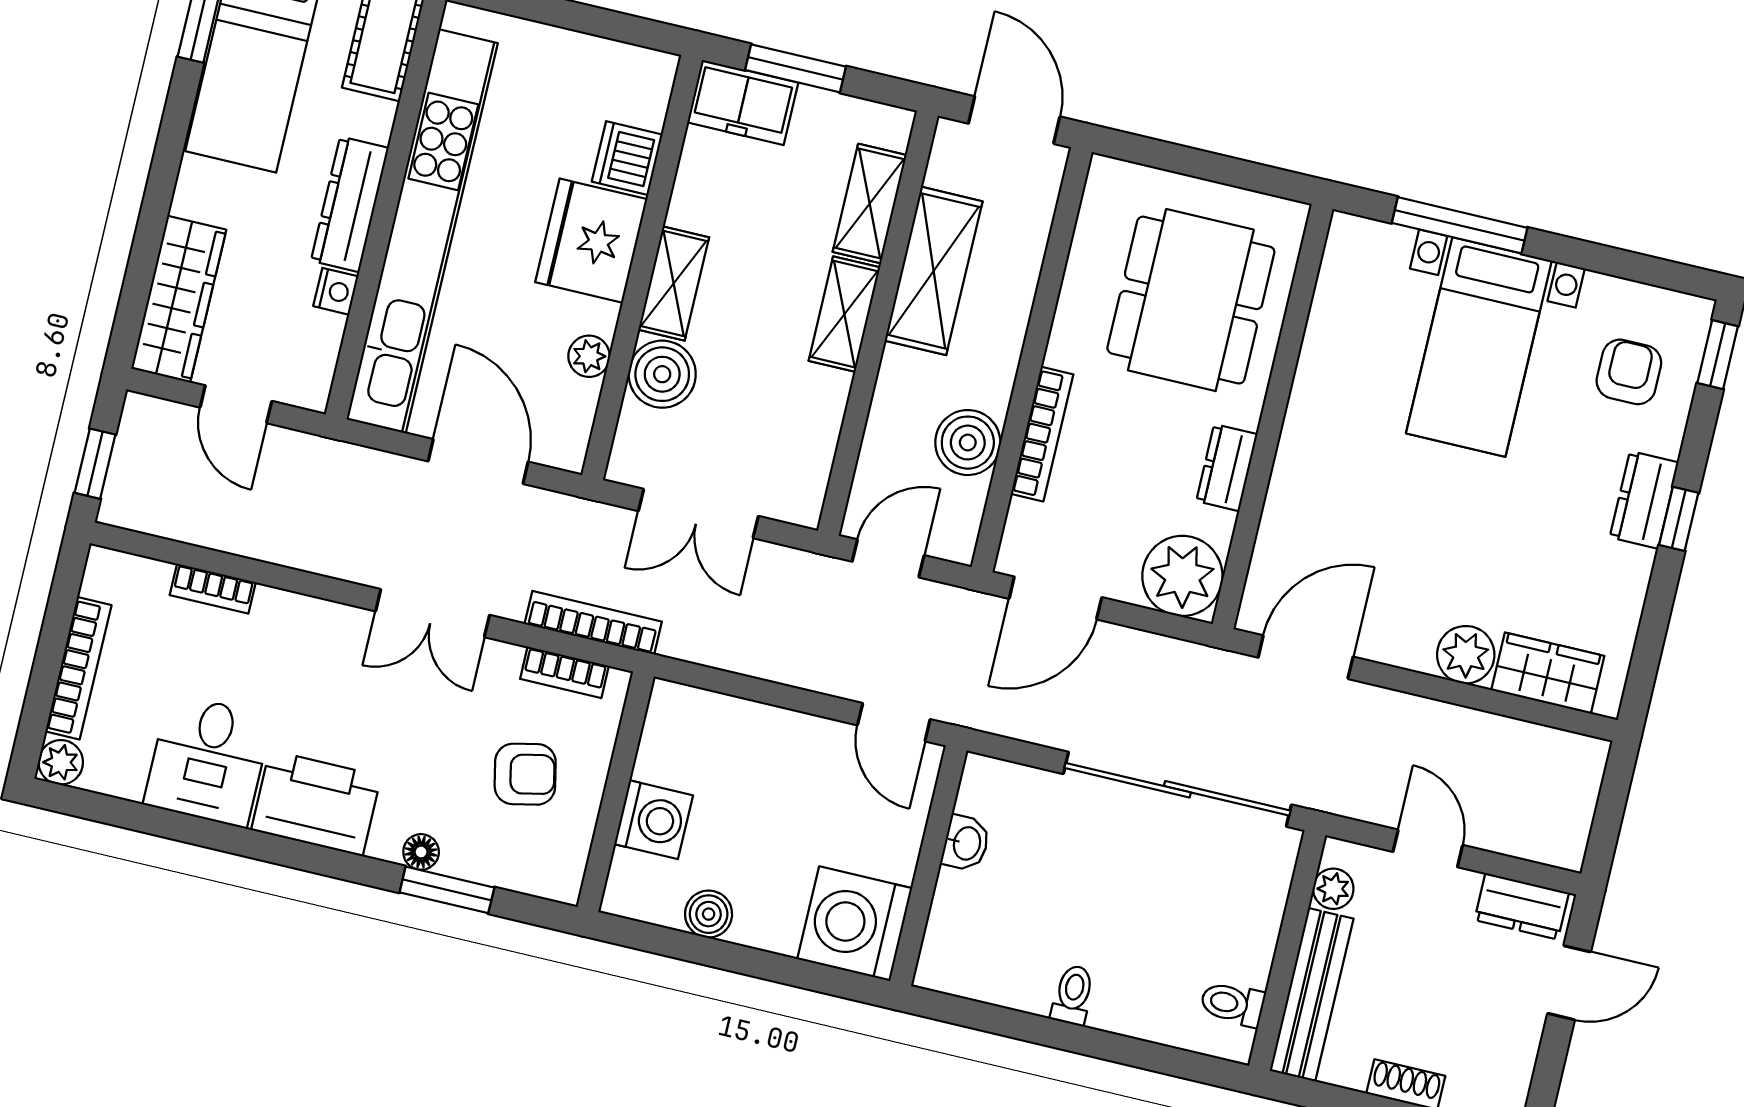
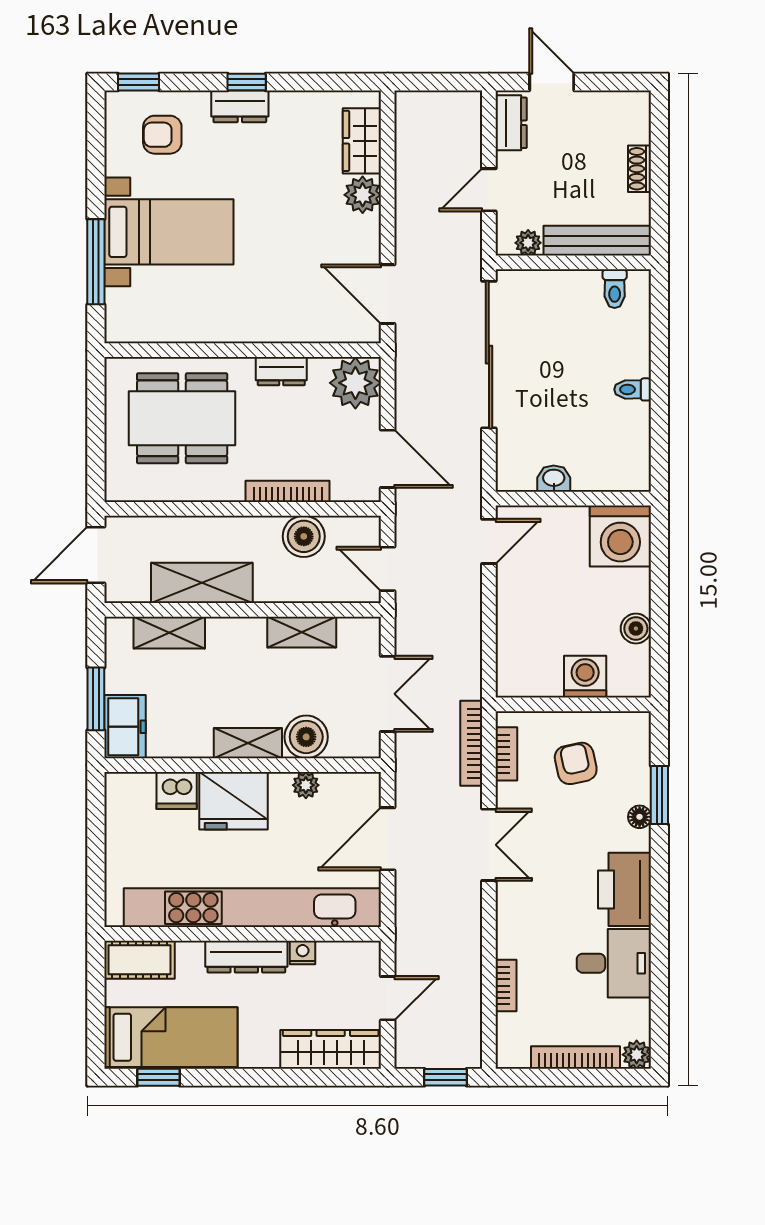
shelving: (844, 314) -> (302, 632), moved

